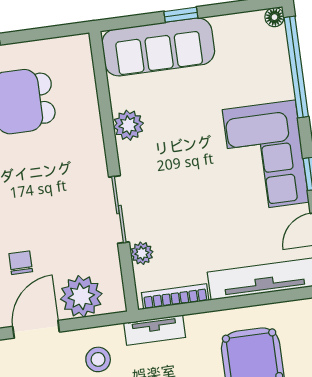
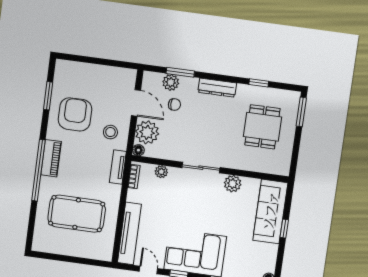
sliding door: (119, 210) -> (201, 168), moved
bookcase: (175, 296) -> (134, 177), width x0.64
floor lamp: (116, 303) -> (138, 150), added

